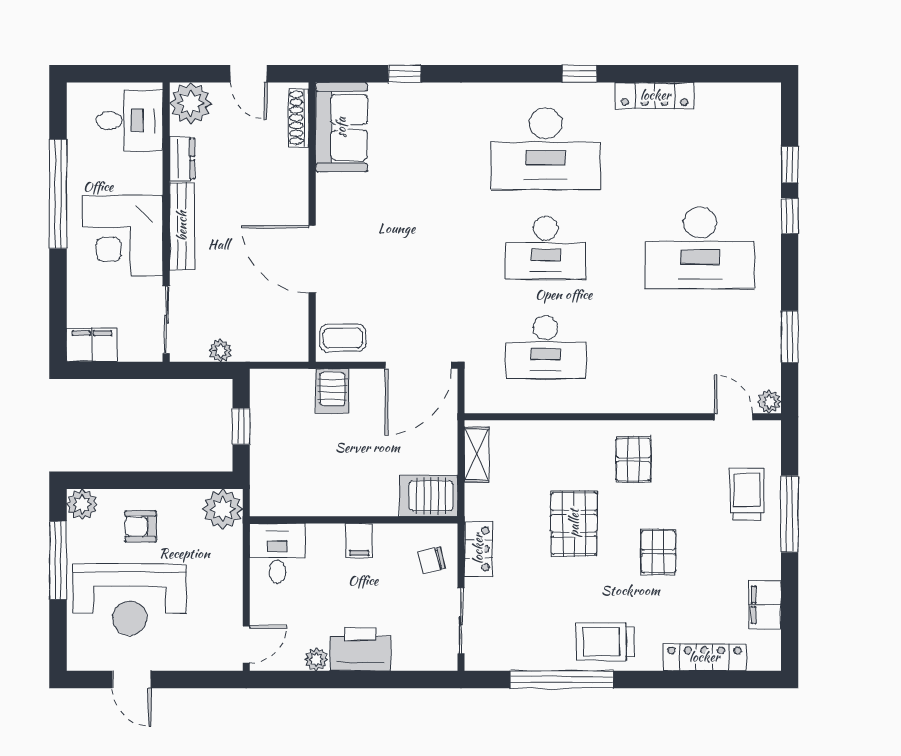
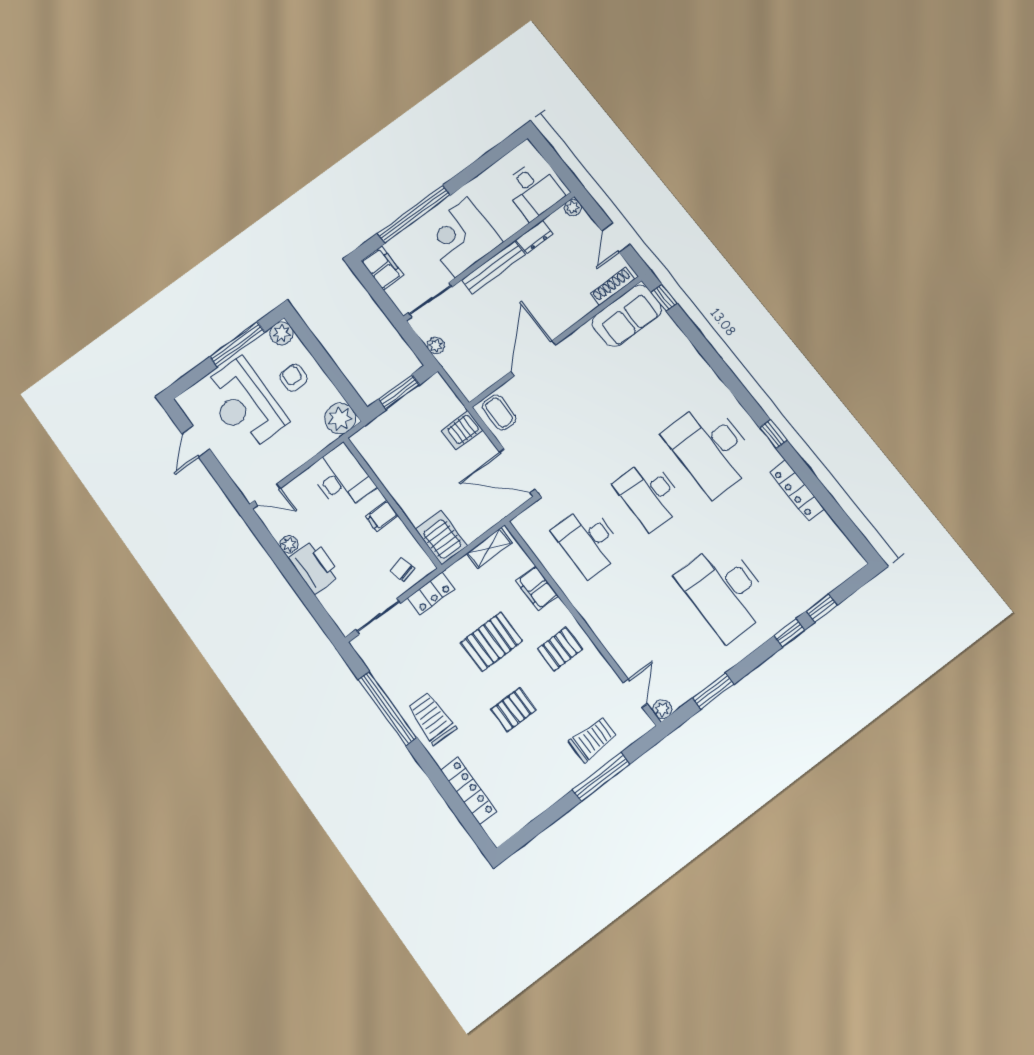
window: (405, 74) -> (664, 298), moved
plant: (191, 103) -> (573, 208), width x0.53, depth x0.53
window: (58, 194) -> (414, 214), moved
window: (241, 426) -> (399, 392), width x1.50
desk: (277, 553) -> (342, 478), width x1.37
filing cabinet: (765, 605) -> (537, 588), moved, turned -90

